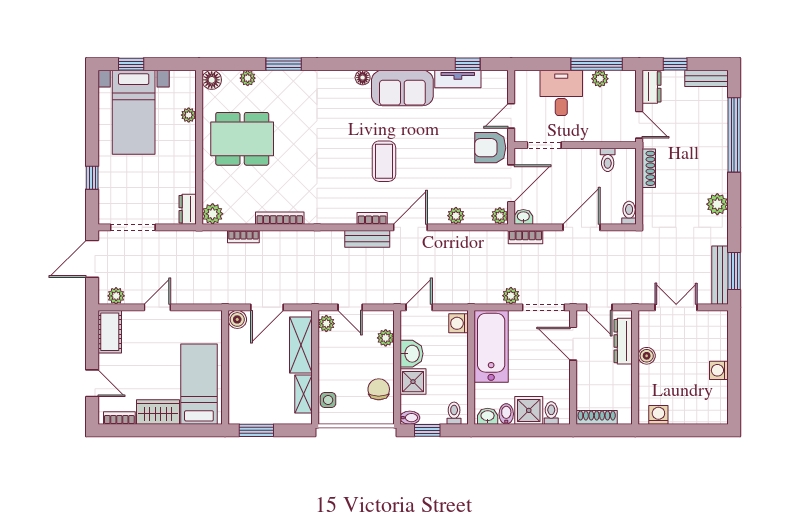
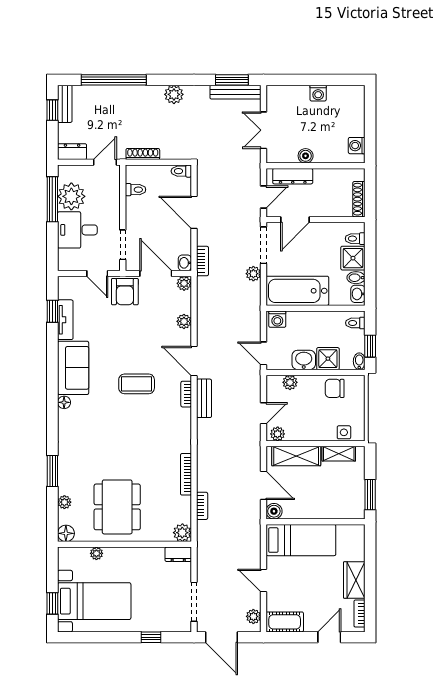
window: (675, 64) -> (52, 110), moved
plant: (600, 79) -> (71, 196), width x1.87, depth x1.87
bed: (199, 384) -> (301, 540), moved, turned 180

